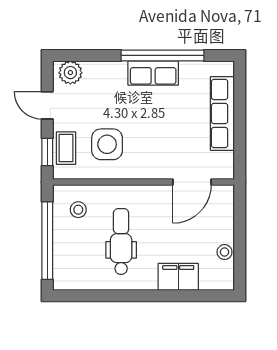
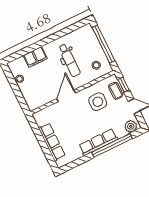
window: (163, 55) -> (112, 145), moved
row of seats: (153, 73) -> (98, 142), width x1.48
door: (192, 182) -> (66, 96), moved

